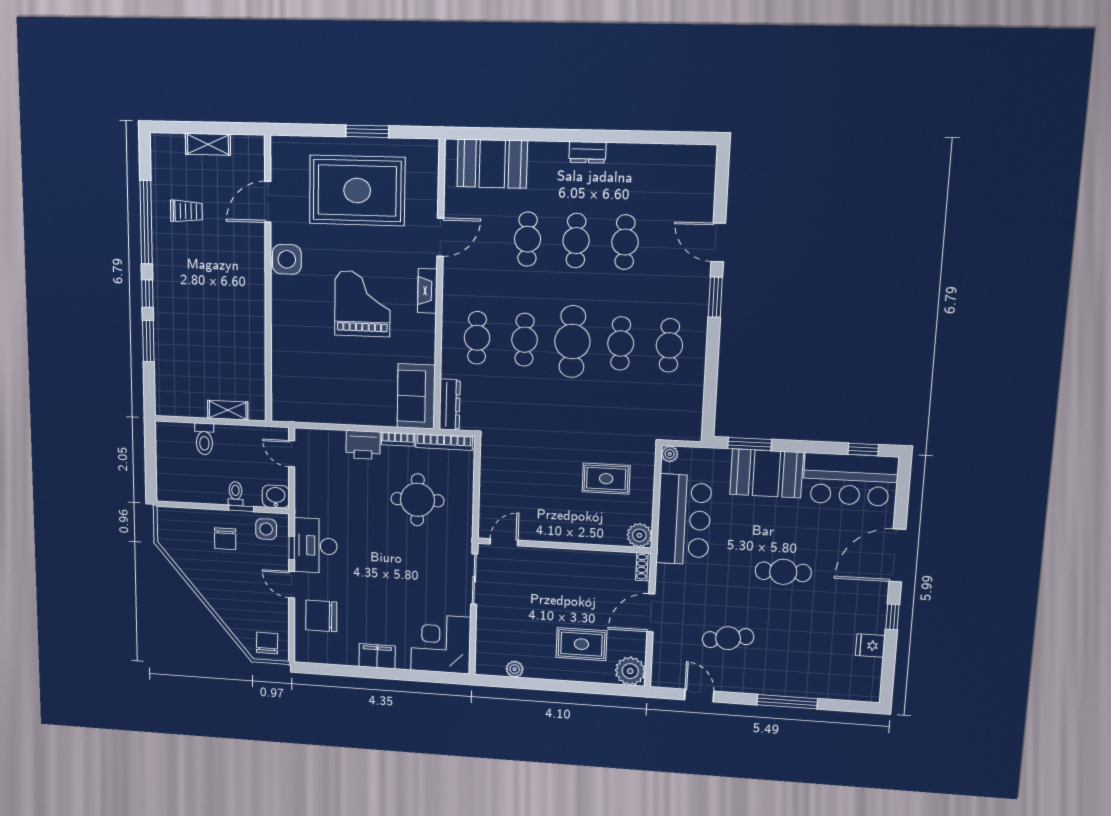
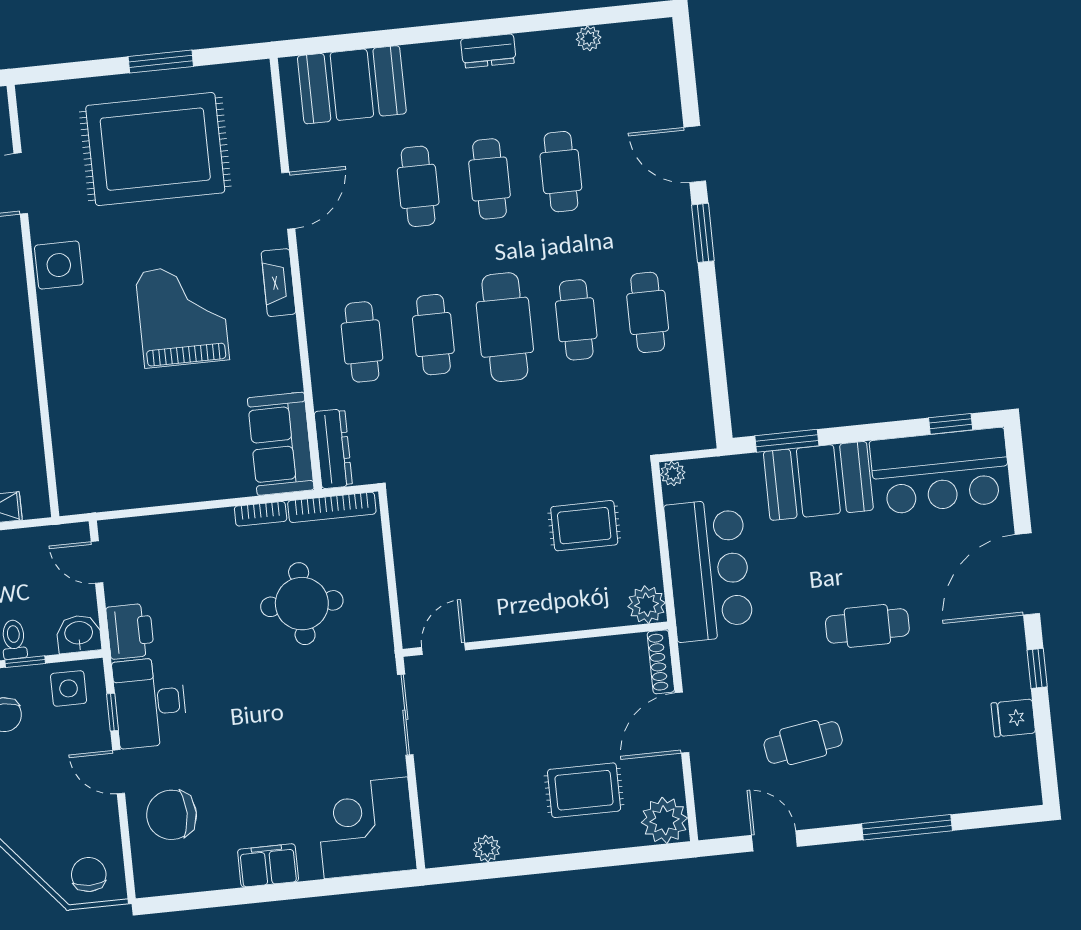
plant: (658, 152) -> (589, 38), added
printer: (363, 445) -> (130, 631), moved, turned -90
shoe rack: (643, 567) -> (661, 662), width x1.43

